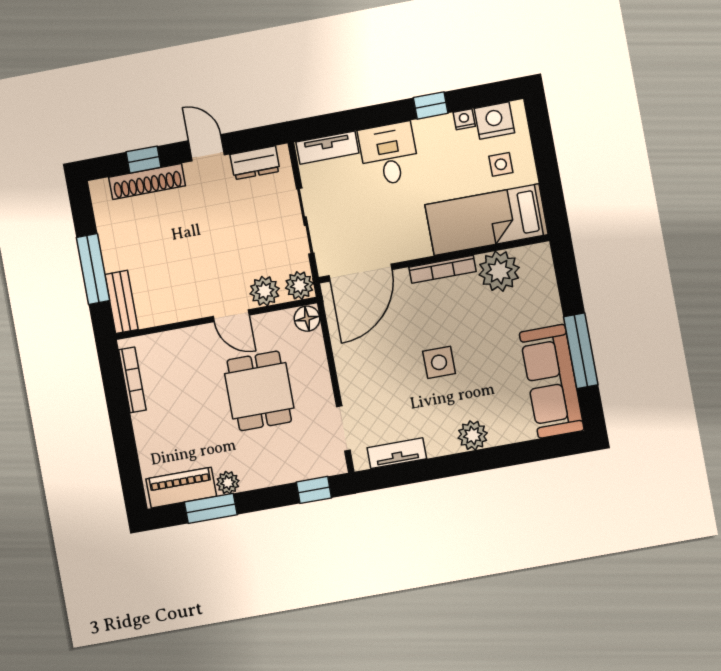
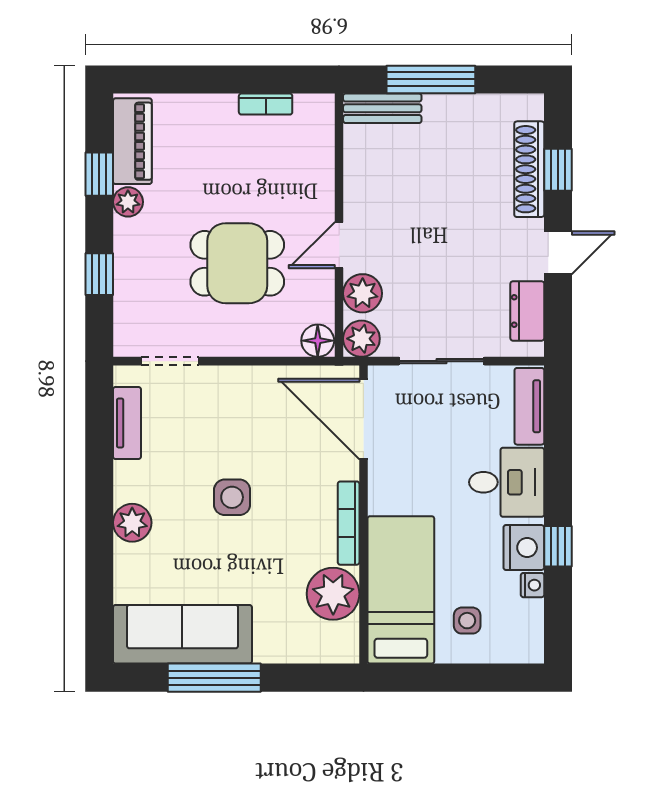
nightstand: (494, 121) -> (524, 548), moved
bookcase: (132, 380) -> (266, 104), width x0.64
window: (314, 490) -> (99, 274), moved
window: (211, 508) -> (99, 174), width x0.67

